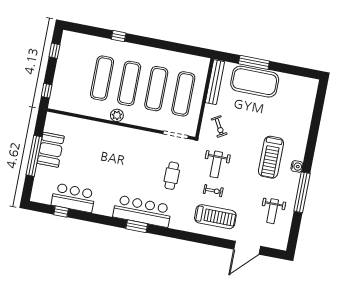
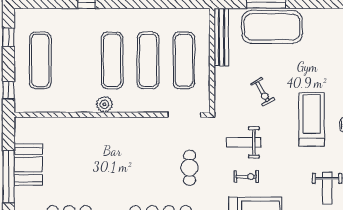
exercise mat: (102, 78) -> (40, 60), moved
exercise bike: (219, 127) -> (262, 92), moved
treadmill: (271, 157) -> (312, 119), turned 180
weight bench: (216, 164) -> (244, 142), turned 90

